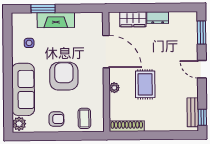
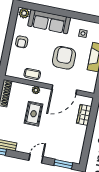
dresser: (158, 18) -> (81, 134), removed
armchair: (64, 76) -> (64, 58), moved, turned -90
rug: (145, 84) -> (34, 114), turned 90
coffee table: (84, 118) -> (32, 74), moved

